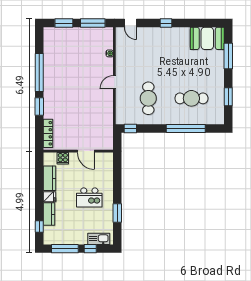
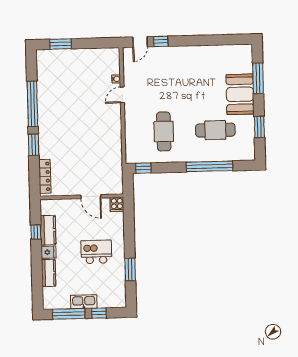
window: (93, 23) -> (95, 43), removed
door: (130, 23) -> (140, 42), hinge flipped
window: (166, 23) -> (161, 41), moved
booth: (207, 38) -> (240, 94), moved, turned 90
door: (114, 82) -> (122, 95), moved
cooker: (63, 158) -> (117, 204), moved
kitchen island: (89, 197) -> (96, 252), turned 180
window: (39, 227) -> (36, 232), moved
kitchen sink: (99, 239) -> (84, 302), moved

